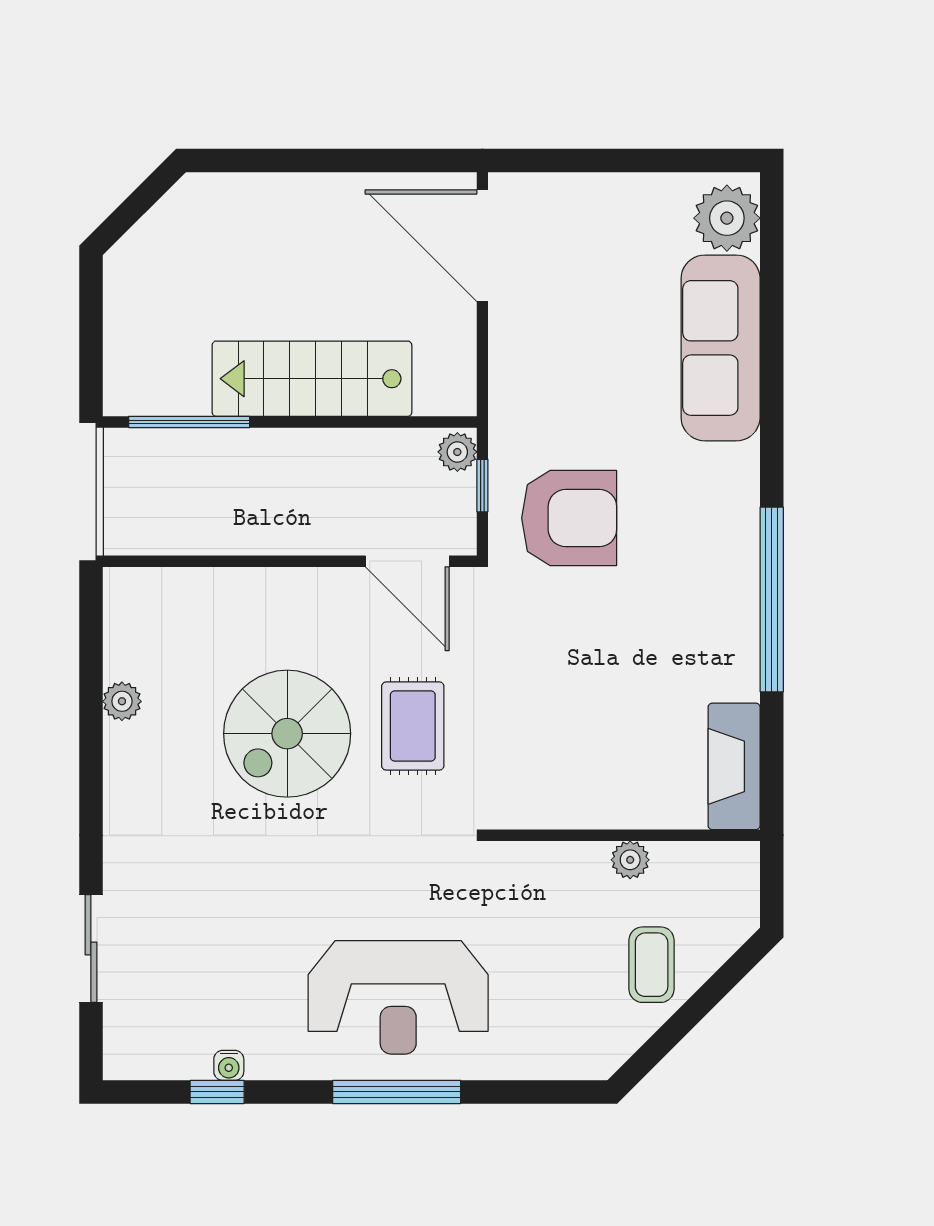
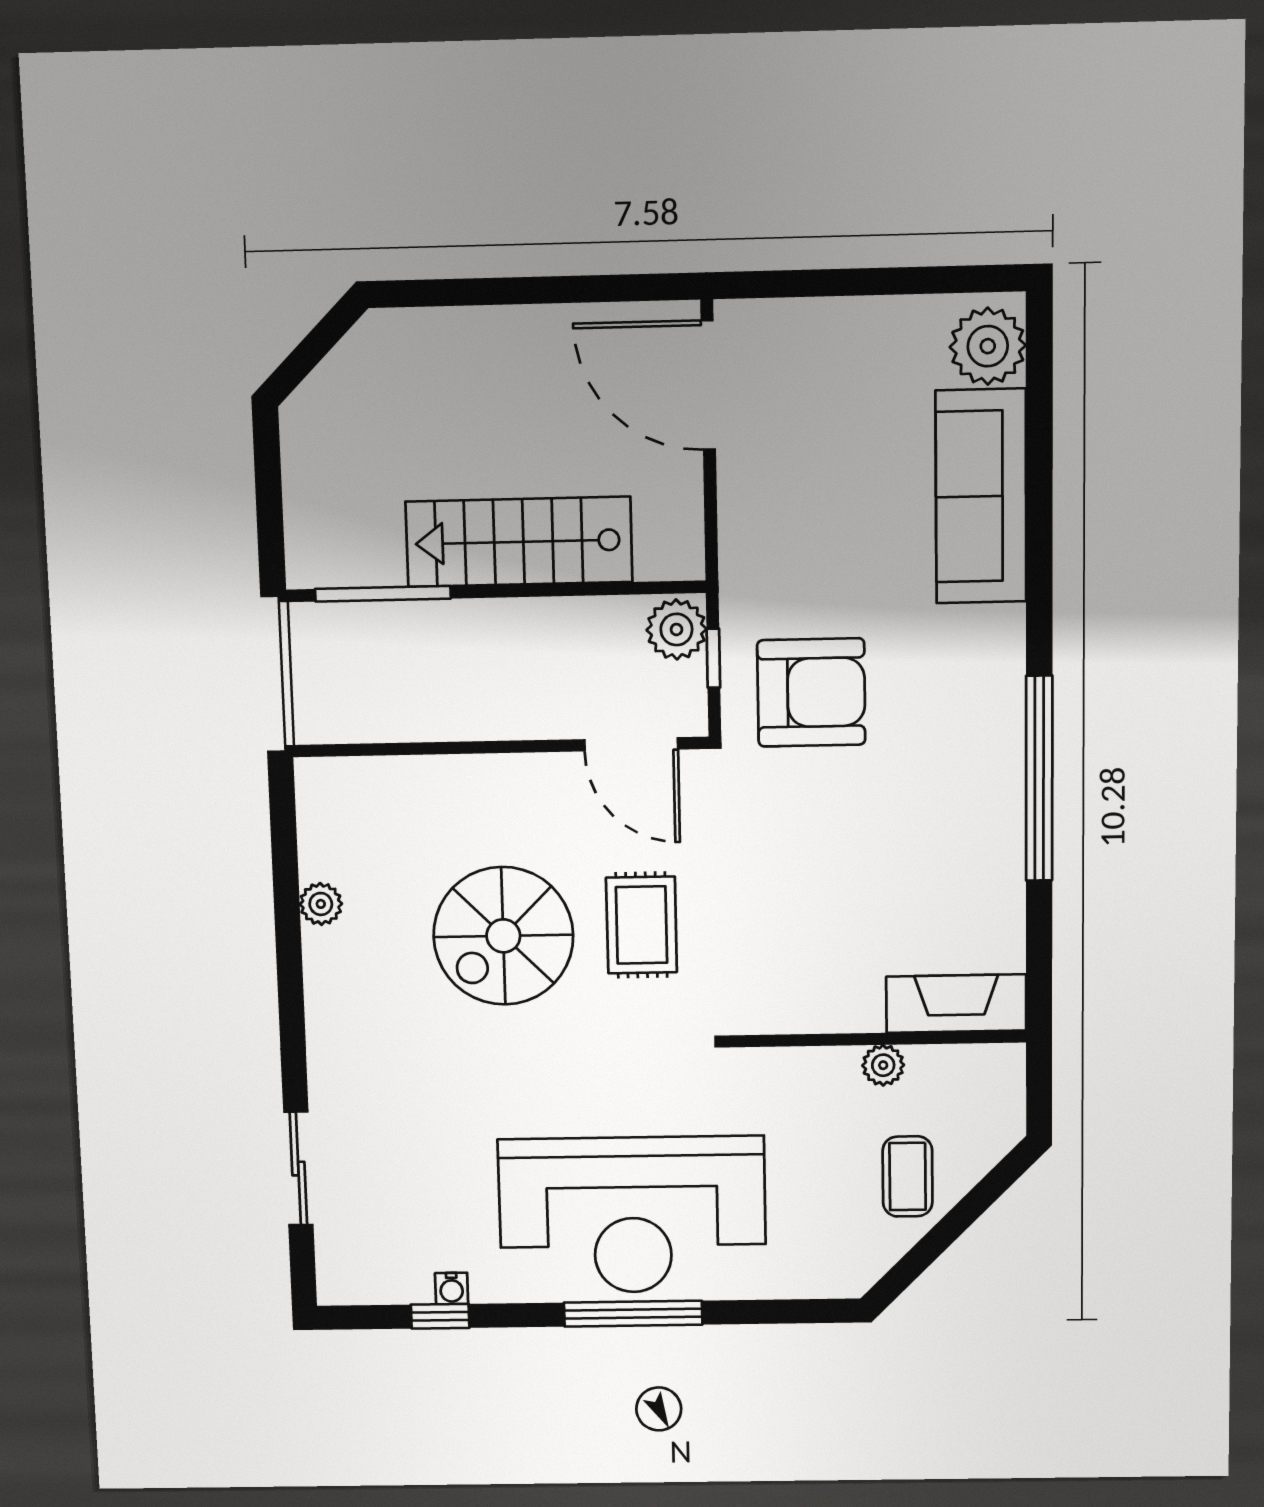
plant: (457, 452) -> (676, 629), width x1.38, depth x1.38
fireplace: (734, 766) -> (956, 1004), moved, turned 90
reception desk: (398, 997) -> (632, 1215), width x1.36, depth x1.30

